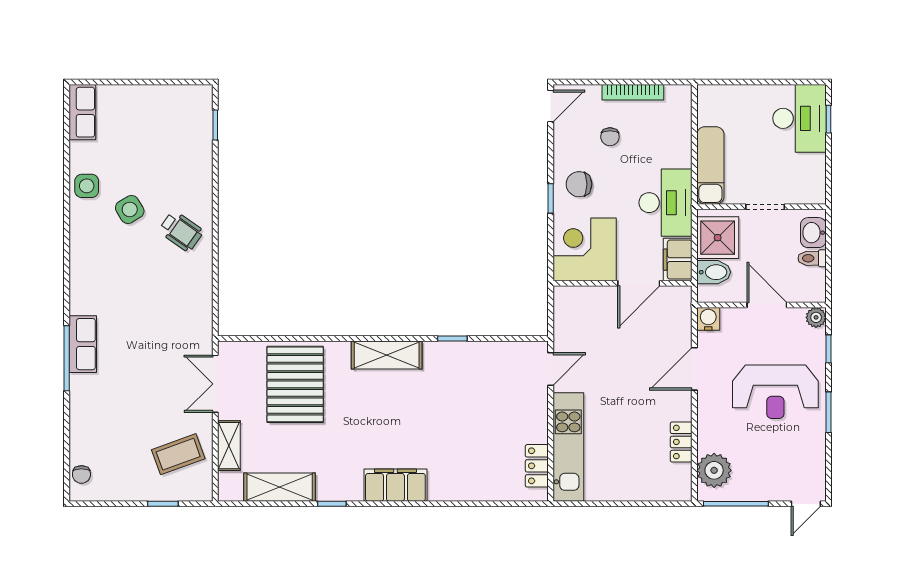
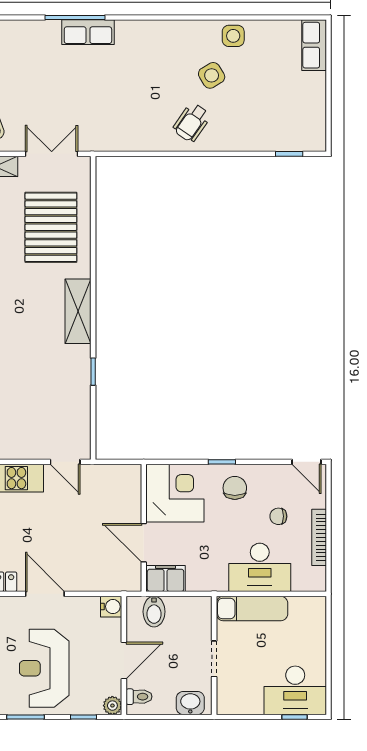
row of seats: (82, 112) -> (314, 45), moved, turned 90
desk: (666, 203) -> (260, 567), moved
shower: (718, 238) -> (186, 615), removed
toilet: (812, 258) -> (139, 697), moved, turned 90
door: (694, 369) -> (45, 594), moved
pallet: (295, 384) -> (51, 227), turned 90

